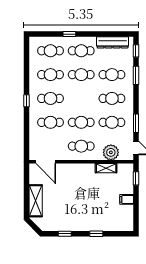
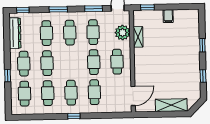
window: (136, 75) -> (58, 9), moved

